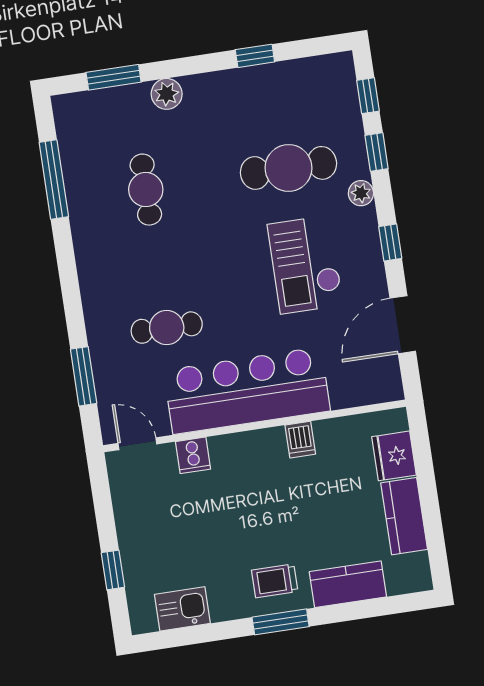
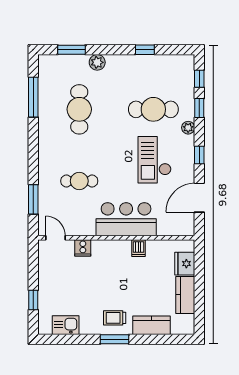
cafe table: (146, 190) -> (79, 109), width x1.37, depth x1.35
bar counter: (247, 391) -> (126, 219), width x0.73

